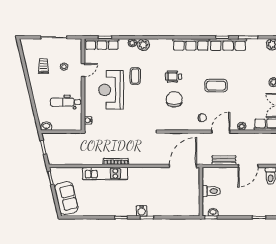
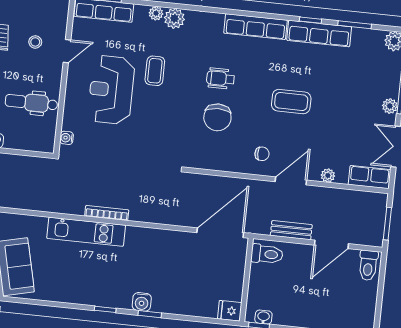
chair: (174, 99) -> (217, 117), turned 180
toilet: (211, 191) -> (267, 254), moved
fridge: (193, 211) -> (230, 311), added

